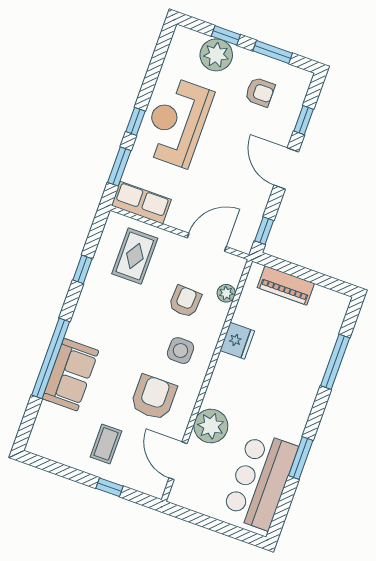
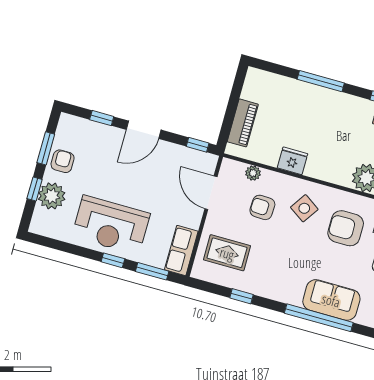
armchair: (260, 92) -> (63, 161), moved
side table: (181, 351) -> (304, 208), turned 34
window: (335, 362) -> (321, 81), moved

